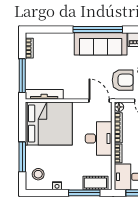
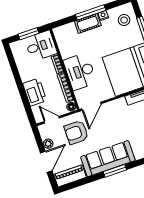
window: (98, 30) -> (115, 171), width x0.47
door: (99, 101) -> (91, 106), hinge flipped
cot: (95, 183) -> (88, 23), moved
window: (84, 193) -> (91, 12), moved

